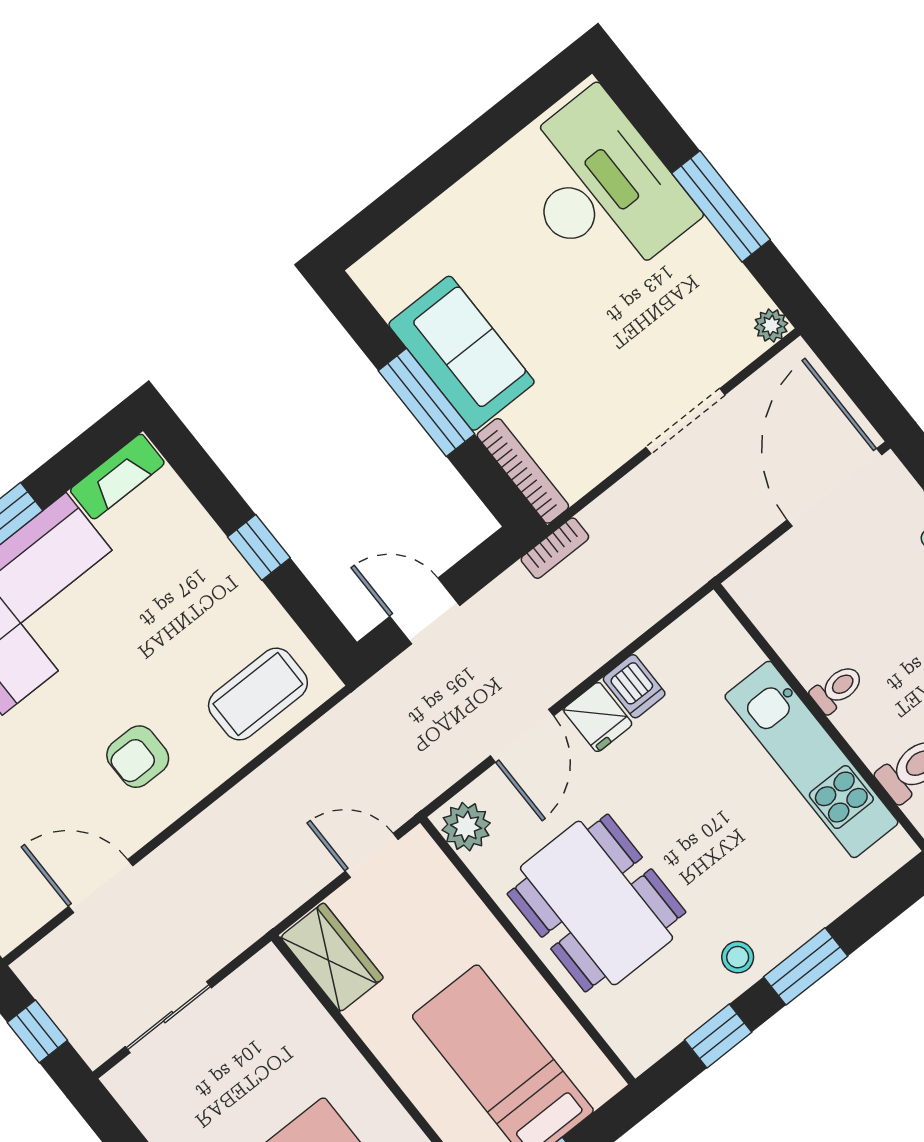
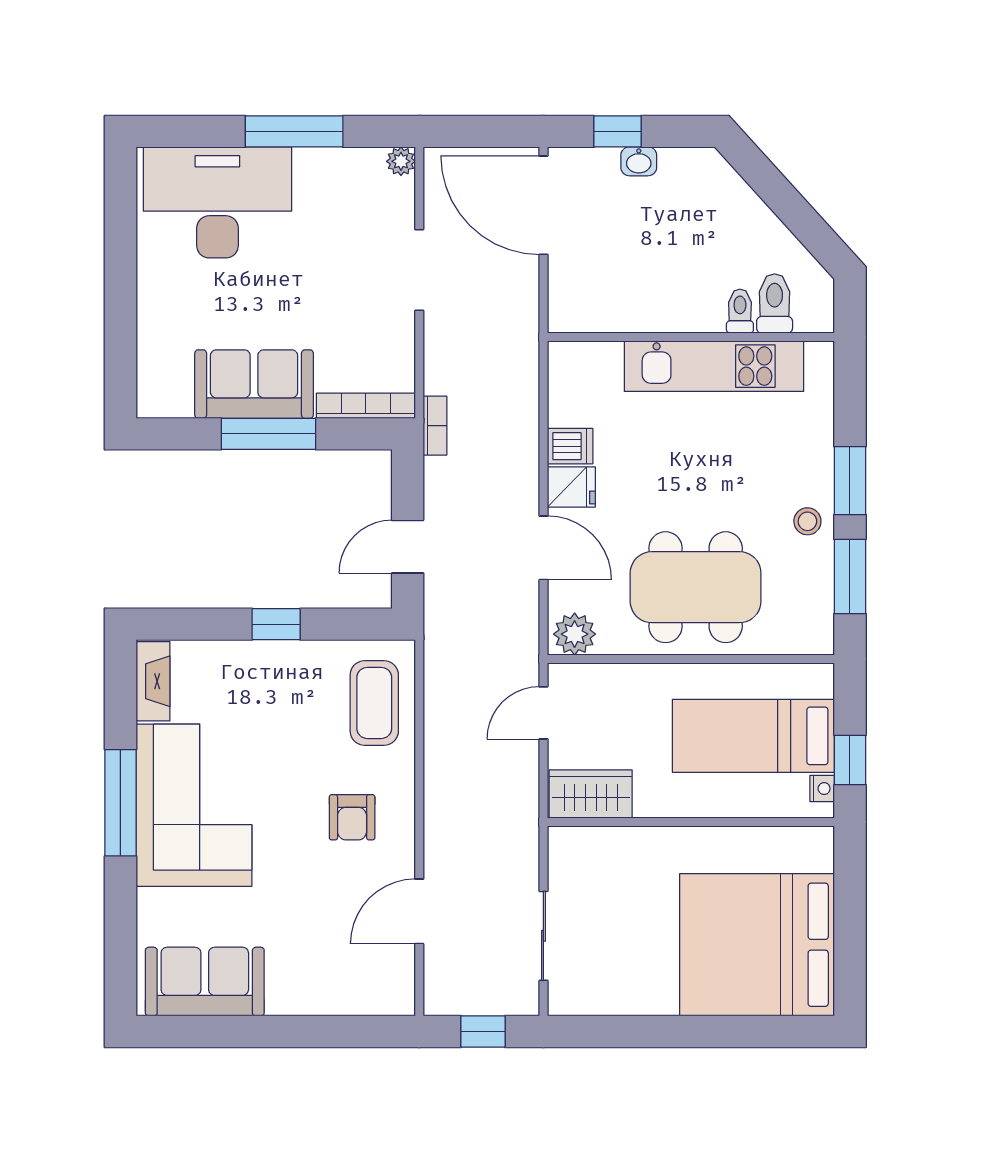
toilet: (837, 689) -> (740, 311), moved
window: (718, 1036) -> (850, 577), width x1.50

